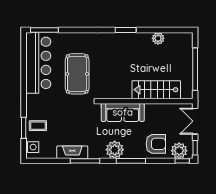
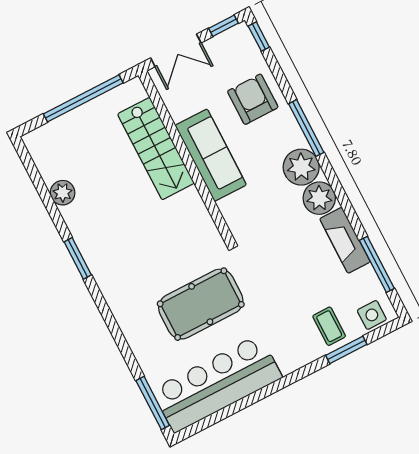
sofa: (123, 112) -> (211, 155), moved
plant: (179, 151) -> (319, 198), moved
window: (85, 161) -> (377, 264), moved

